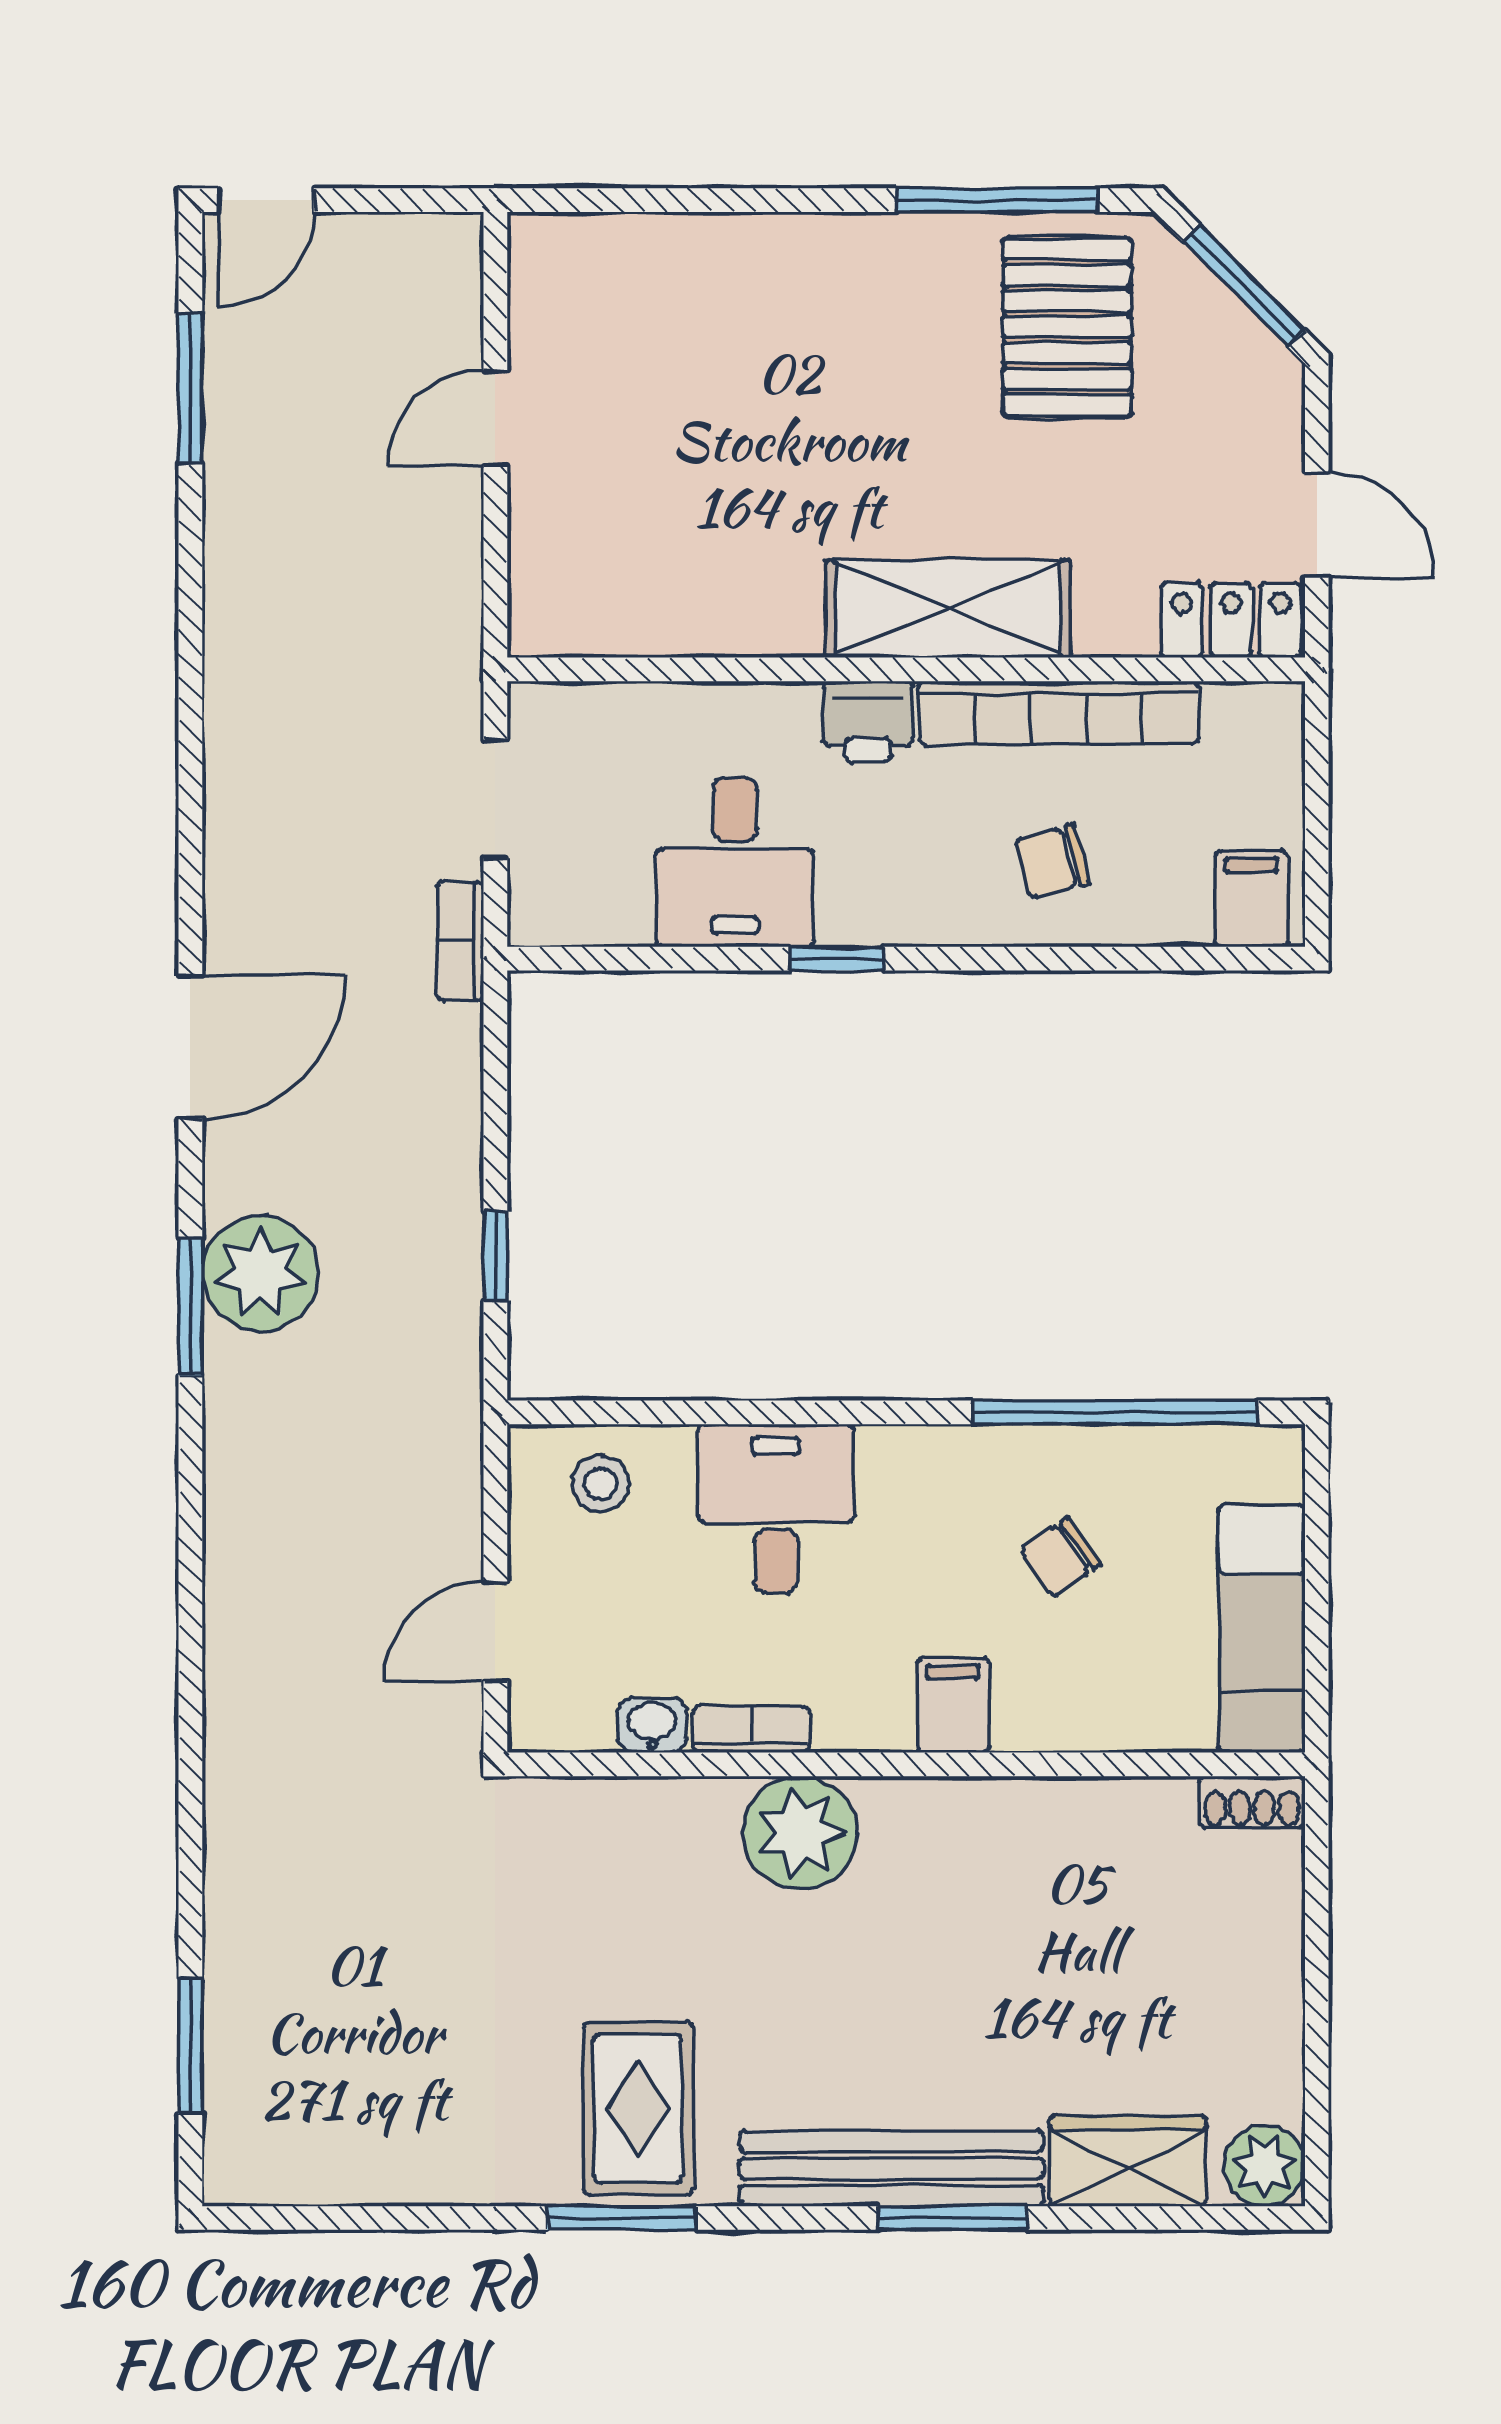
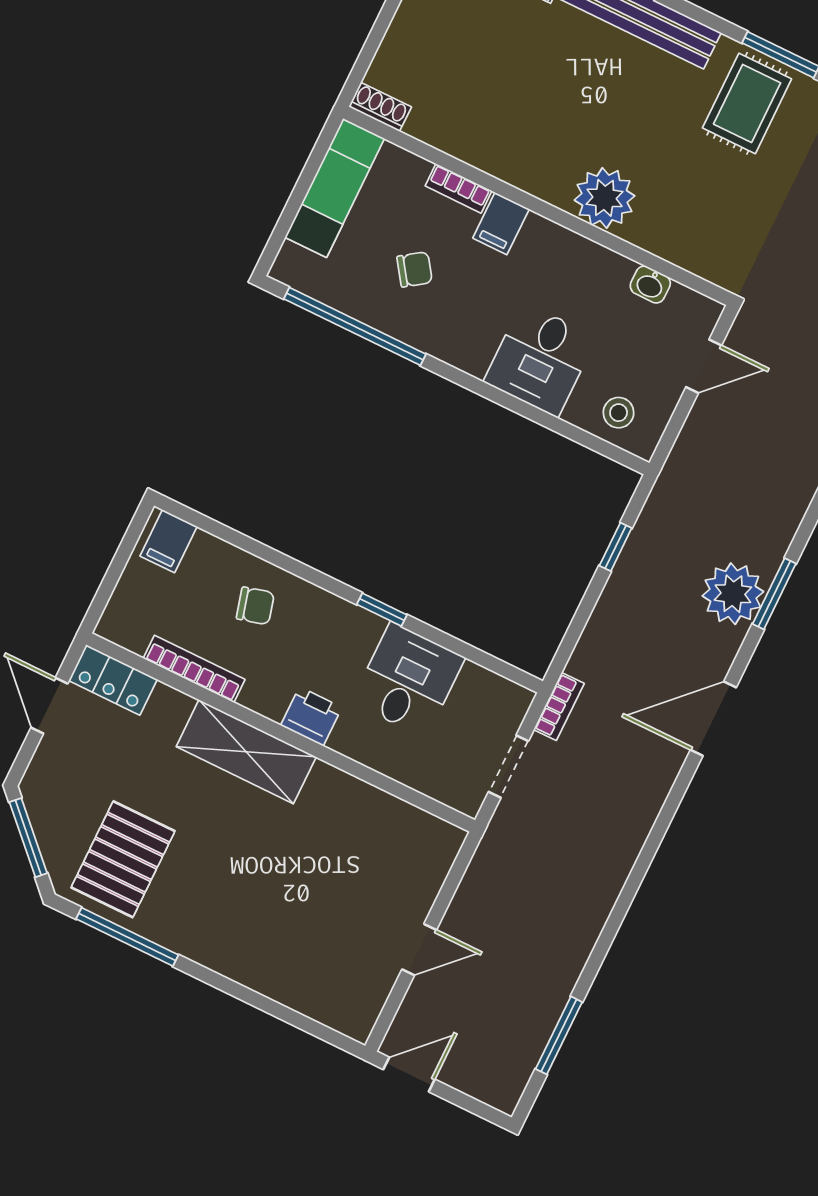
door: (266, 200) -> (409, 1074), moved
bookcase: (1058, 713) -> (194, 669), width x0.68, depth x0.76
bookcase: (751, 1729) -> (459, 188), moved

